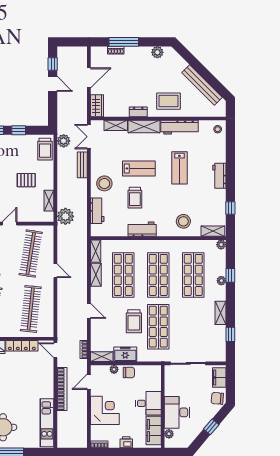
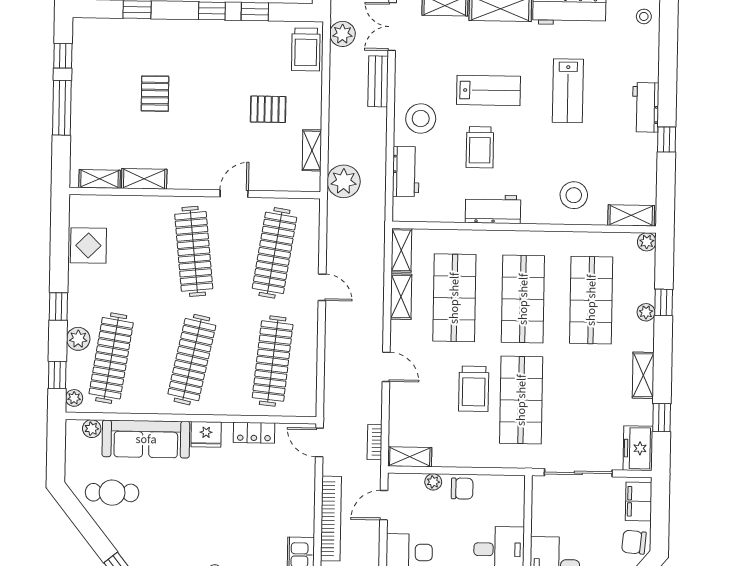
window: (230, 208) -> (667, 140), moved
locker: (22, 346) -> (254, 433), width x0.66
freezer: (125, 354) -> (638, 448), moved, turned -90

